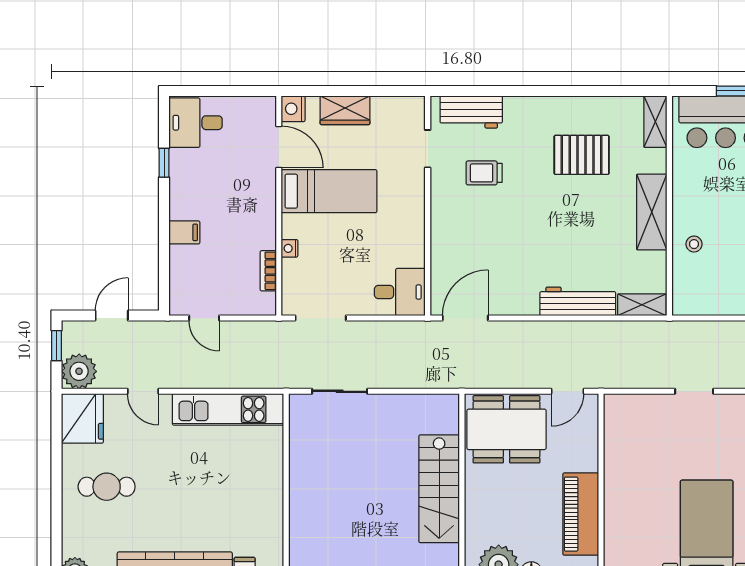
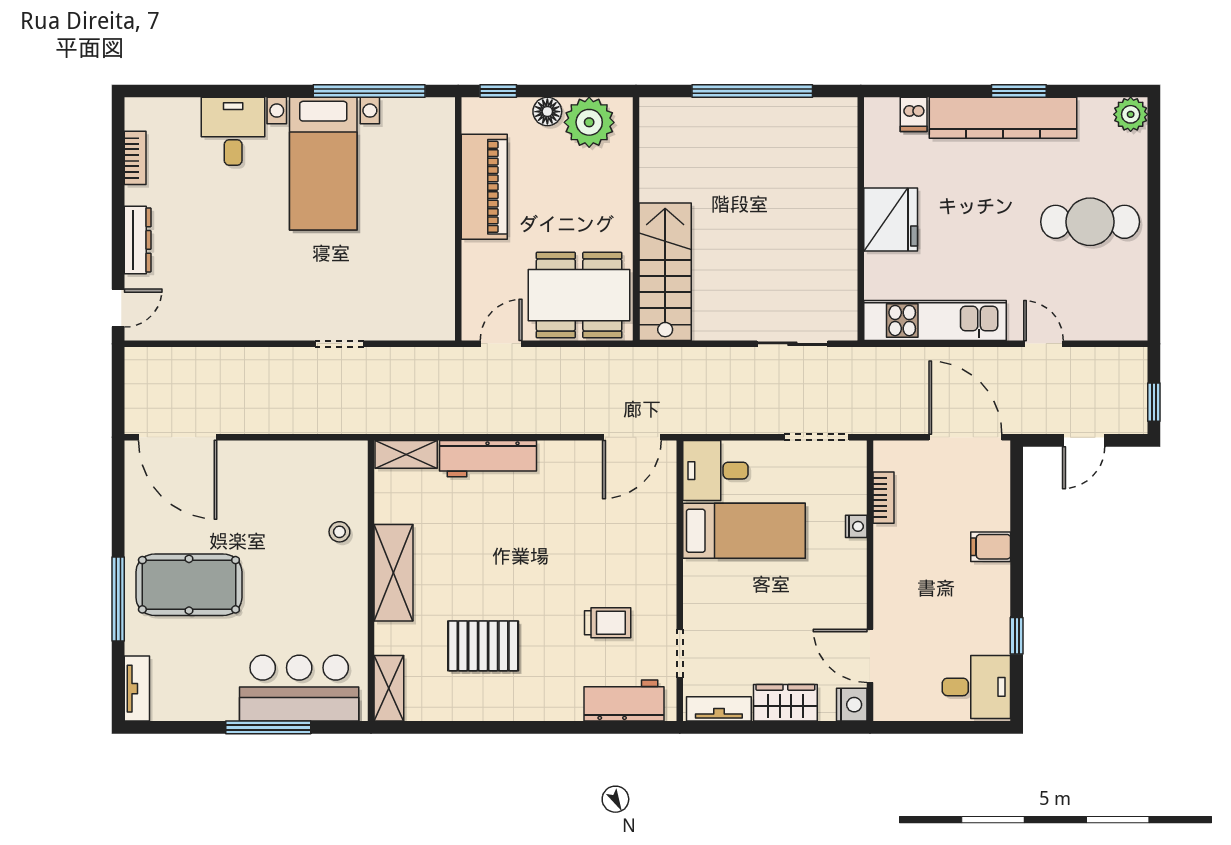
tv unit: (397, 106) -> (719, 709), added
bed: (329, 191) -> (744, 531), moved, turned 180
door: (204, 318) -> (965, 437), width x1.88
plant: (79, 371) -> (1125, 369), removed
fridge: (82, 418) -> (891, 219), moved, turned 180
cafe table: (107, 487) -> (1090, 222), width x1.37, depth x1.35
stairs: (439, 489) -> (665, 272), moved

